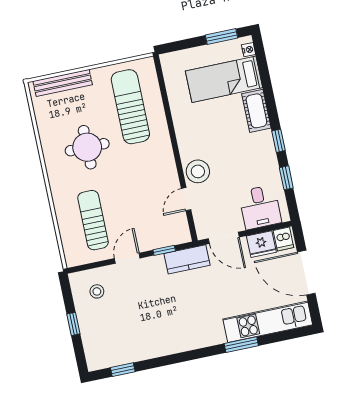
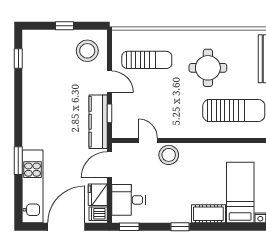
window: (286, 178) -> (129, 227), moved
kitchen counter: (187, 259) -> (98, 122), width x1.50
stool: (97, 291) -> (87, 51), width x1.89, depth x1.89

